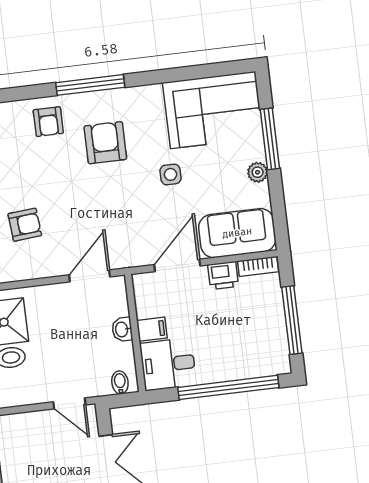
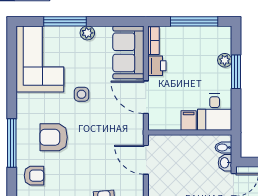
washbasin: (122, 329) -> (225, 163), moved, turned 90
plant: (243, 370) -> (225, 60), added
window: (228, 387) -> (236, 72), width x0.47

